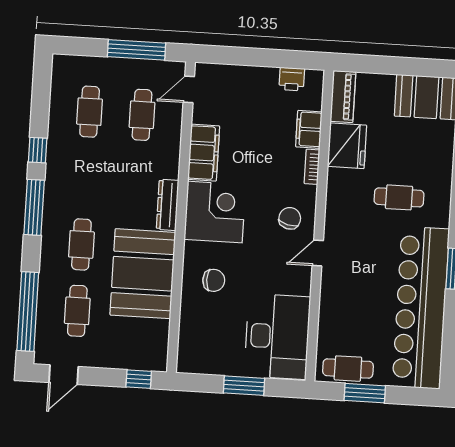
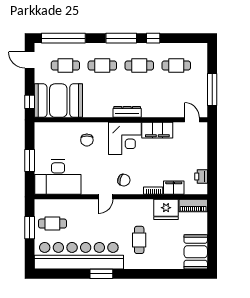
cafe table: (142, 115) -> (139, 66), moved
door: (318, 253) -> (106, 197), swing flipped
booth: (143, 274) -> (58, 101), moved
cafe table: (348, 369) -> (52, 224), moved, turned 90

